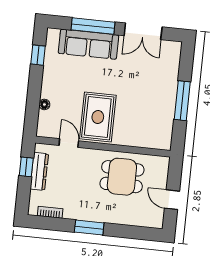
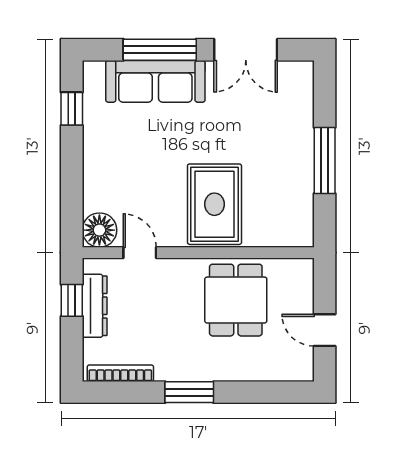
floor lamp: (44, 104) -> (99, 230), moved, width x1.89, depth x1.89
rug: (98, 117) -> (214, 204), moved
dining table: (122, 177) -> (236, 300), turned 90
bookcase: (50, 212) -> (120, 373), width x1.56

